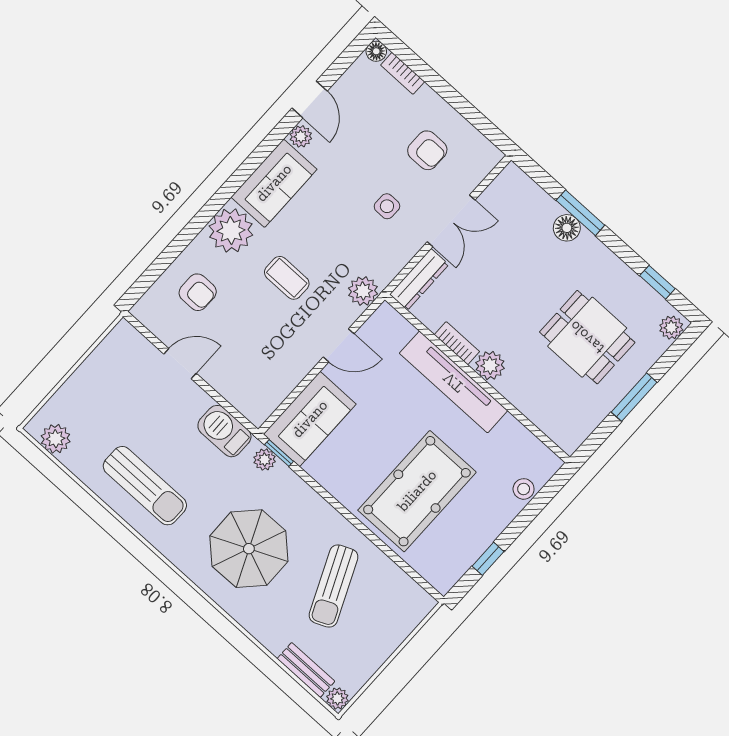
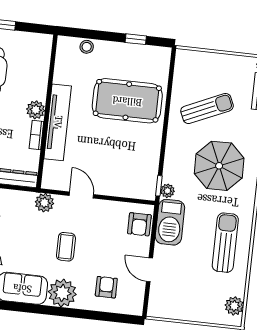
armchair: (248, 393) -> (139, 224), added
sofa: (310, 419) -> (130, 183), removed
barbecue: (224, 431) -> (170, 222), width x1.37, depth x1.21

